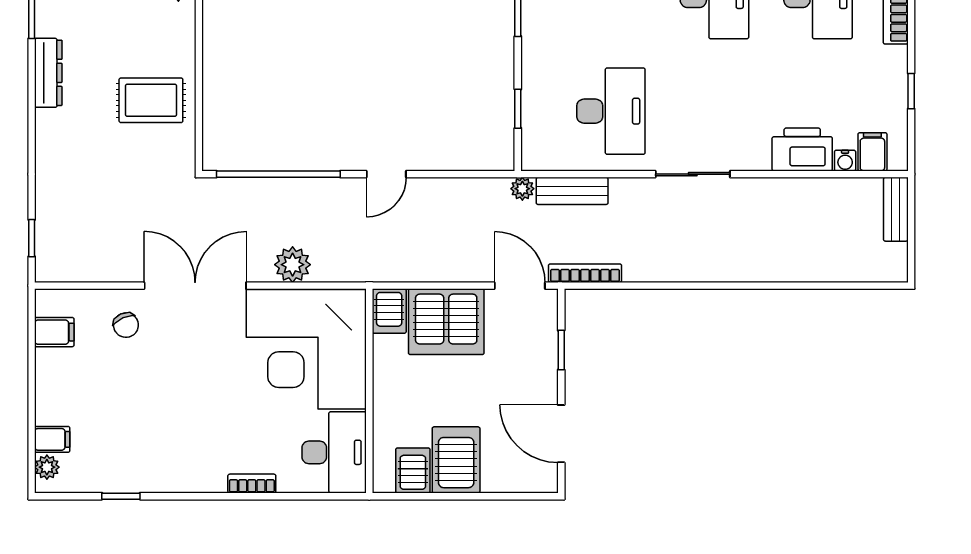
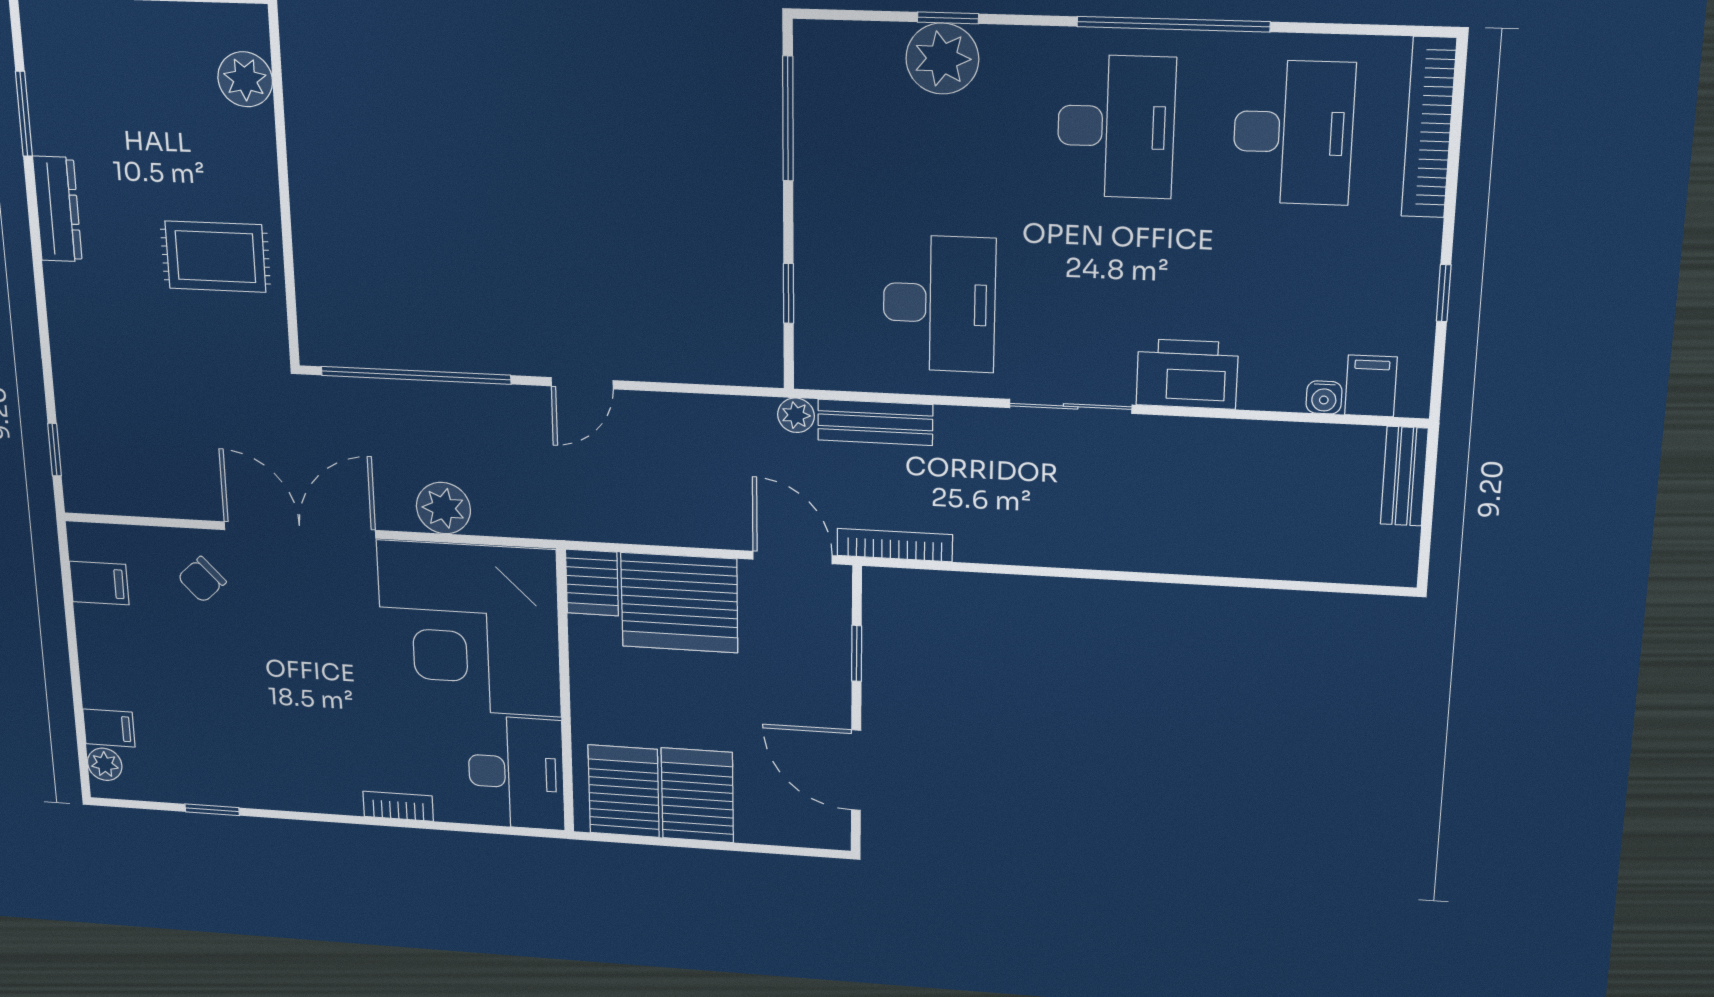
printer: (802, 149) -> (1187, 374), moved
chair: (126, 325) -> (202, 580), turned 71
server rack: (413, 470) -> (624, 791), width x1.36, depth x1.44

